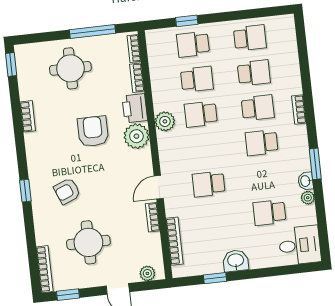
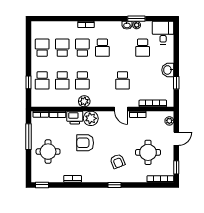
school desk: (197, 79) -> (62, 80), turned 180
window: (315, 164) -> (136, 19), moved

